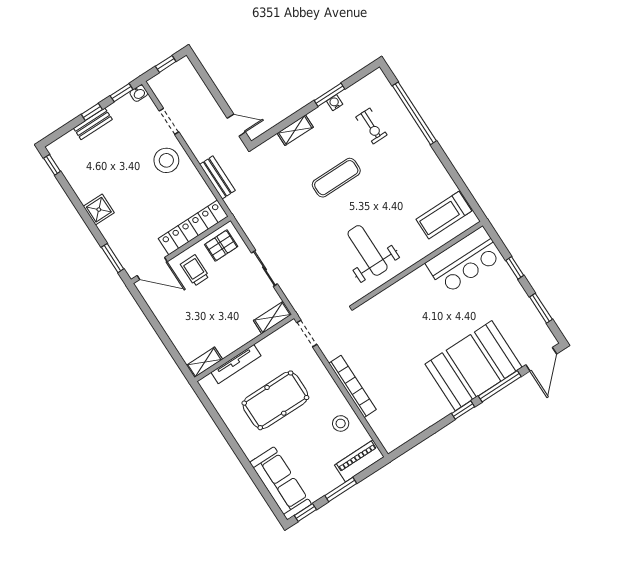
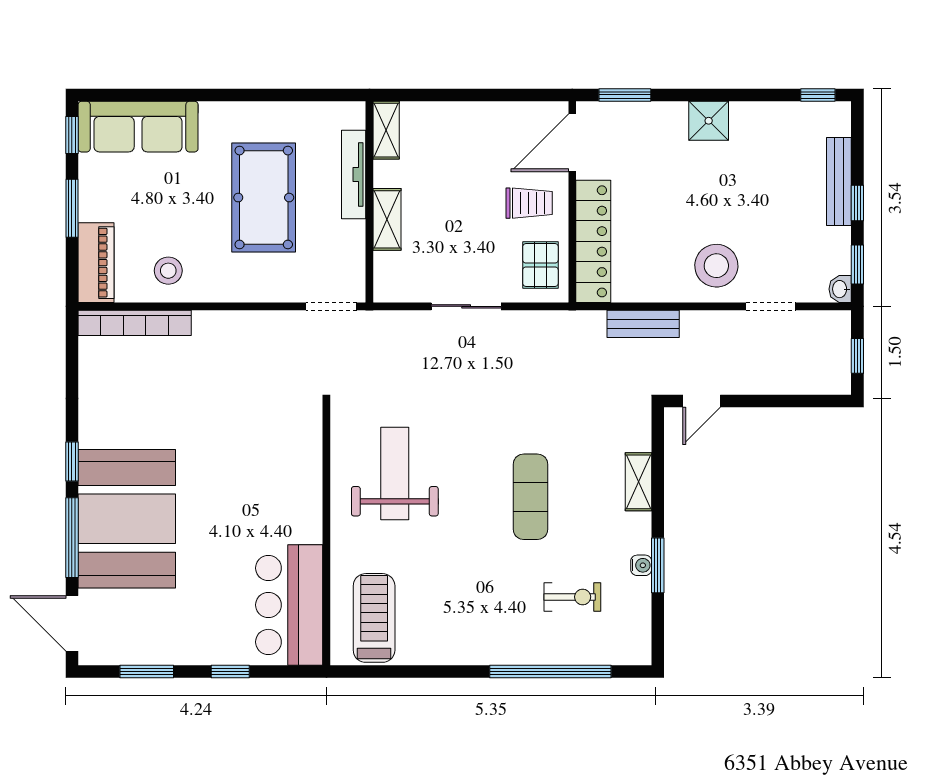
bench: (93, 124) -> (839, 181), width x1.36
exercise bike: (371, 126) -> (572, 597), turned 180
weight bench: (368, 250) -> (395, 473), turned -90
shelving: (273, 317) -> (387, 219), moved
bookcase: (352, 386) -> (135, 323), moved

